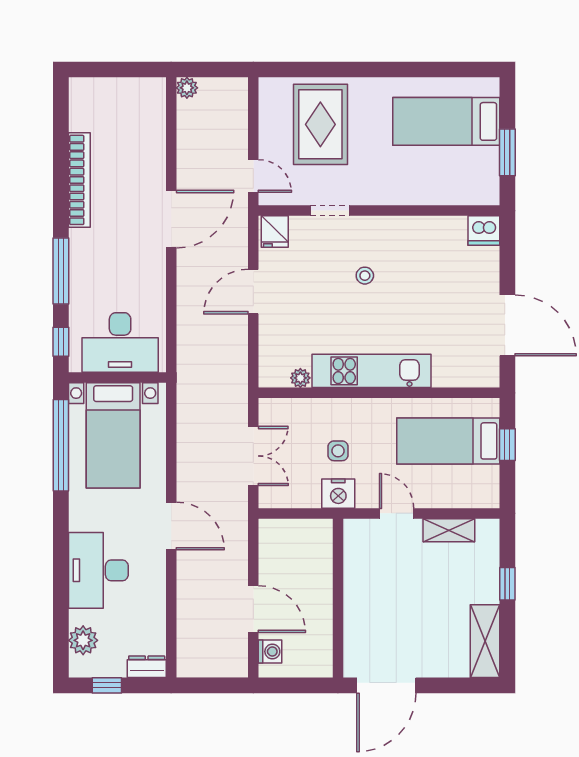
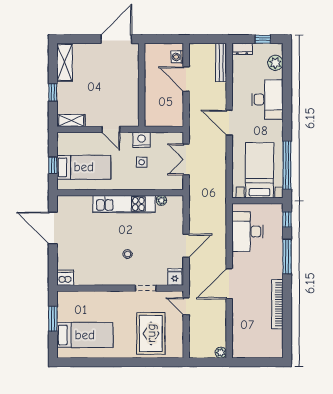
desk: (120, 342) -> (247, 232), moved, turned -90
shelving: (449, 530) -> (71, 121), moved
bench: (187, 641) -> (221, 63), added

